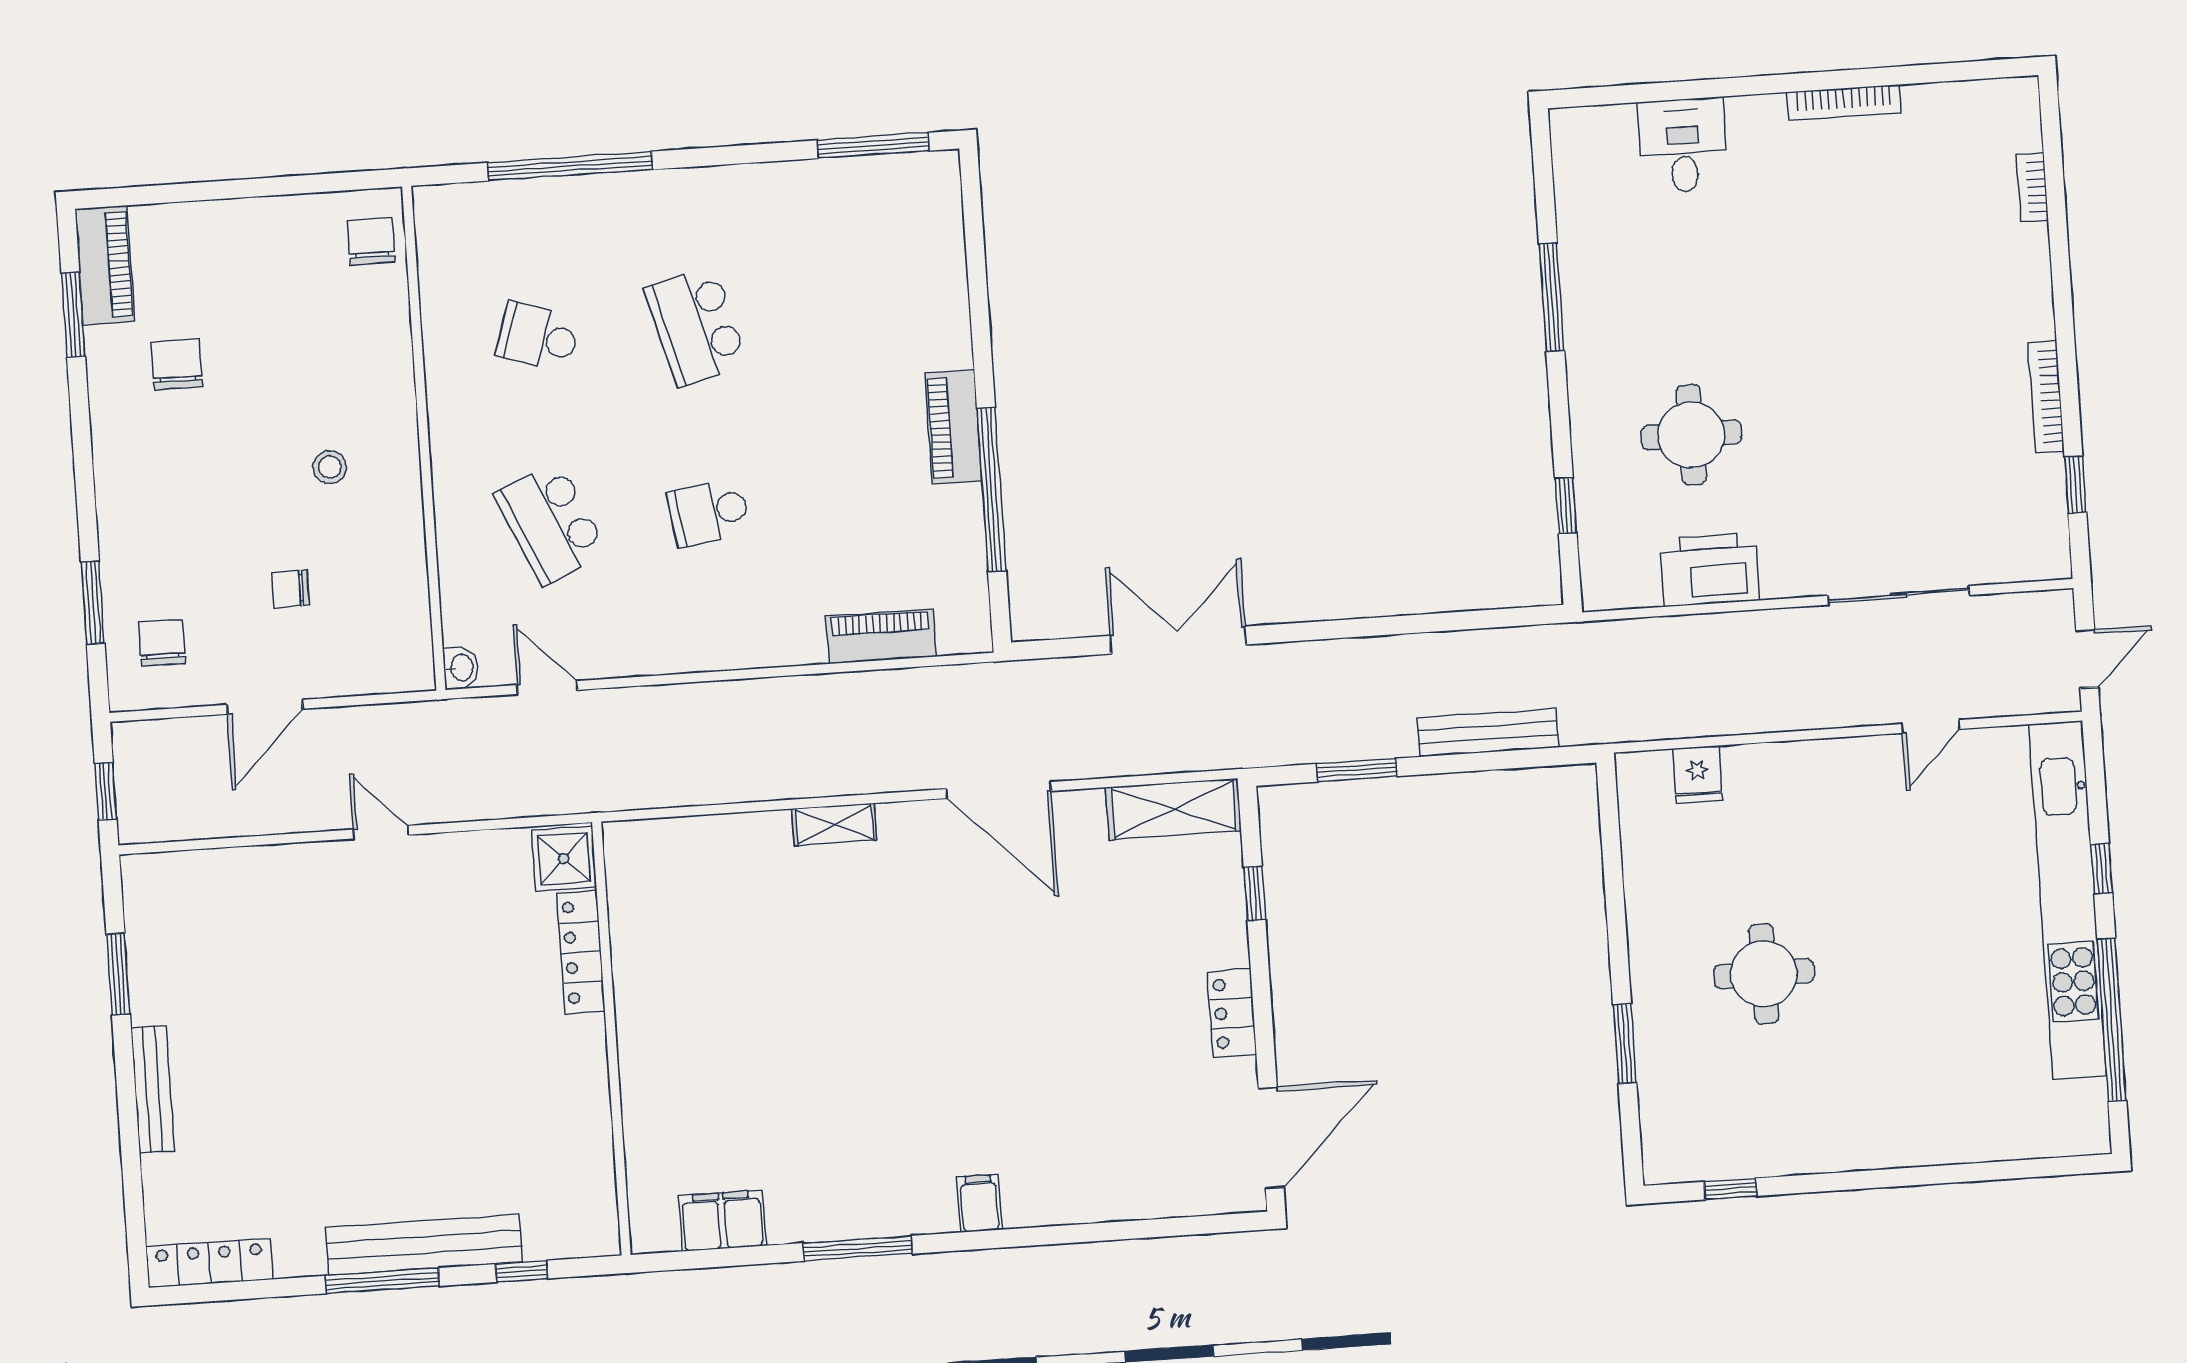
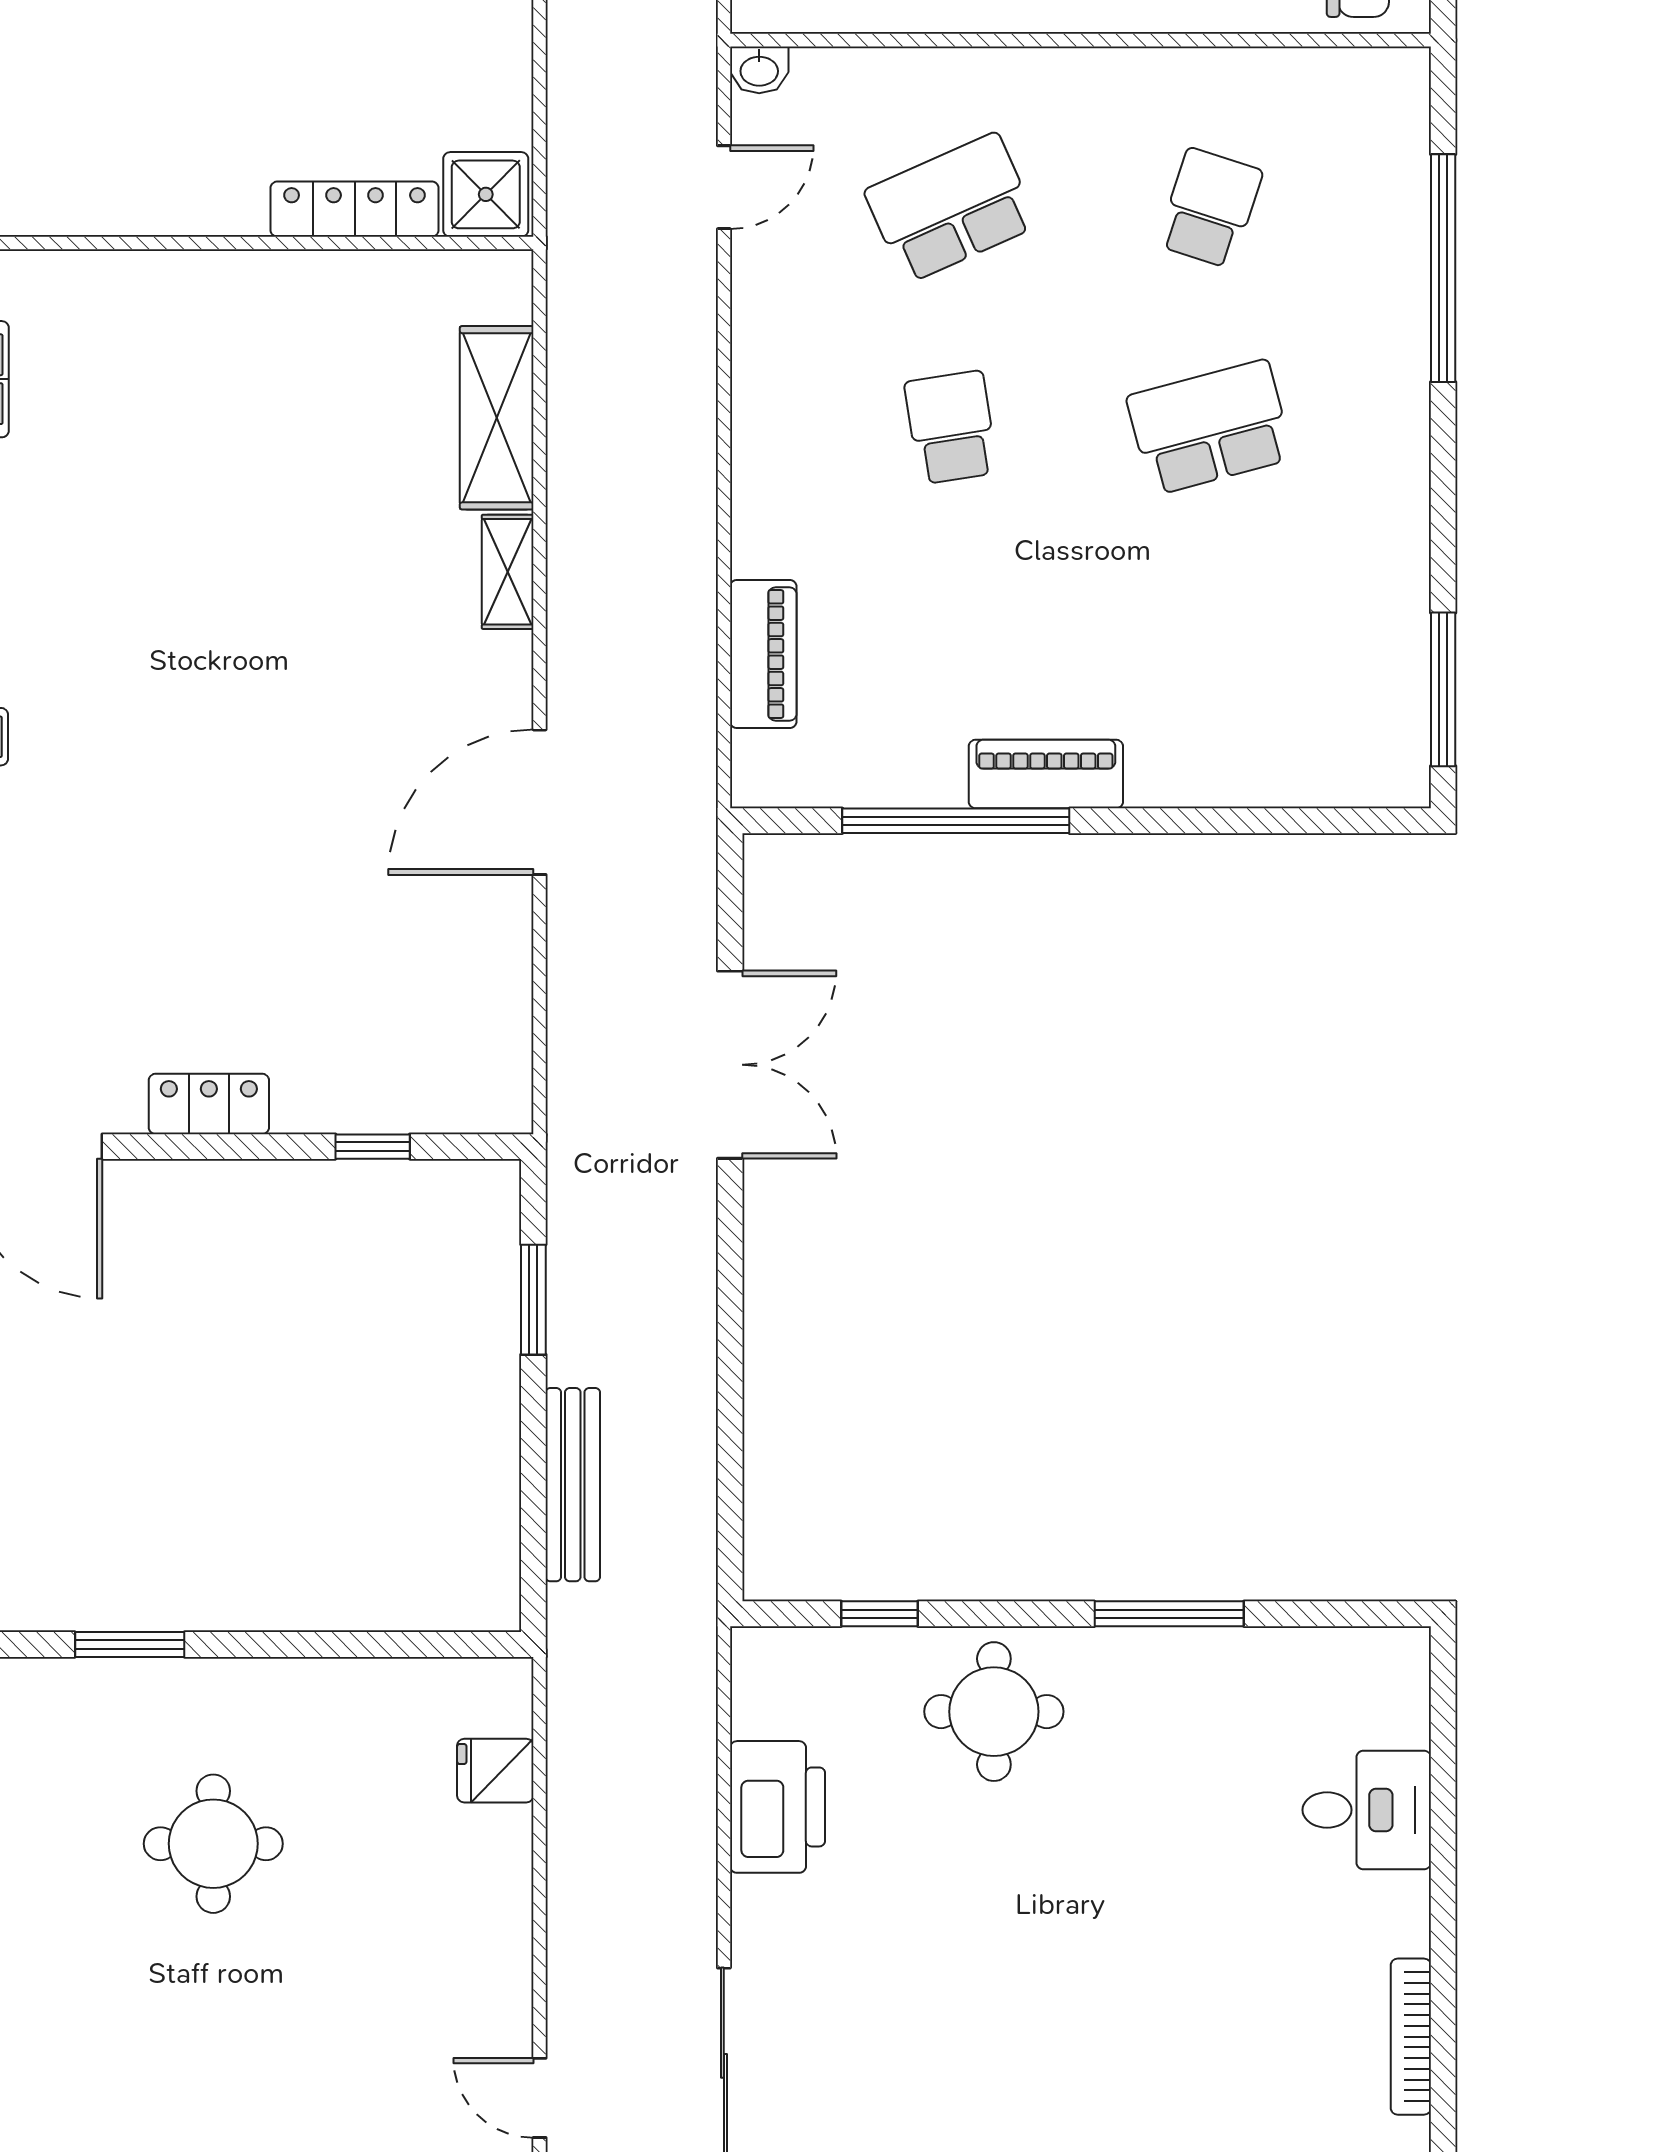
round table: (1691, 435) -> (994, 1712), moved
shelving: (1174, 809) -> (497, 418), moved

